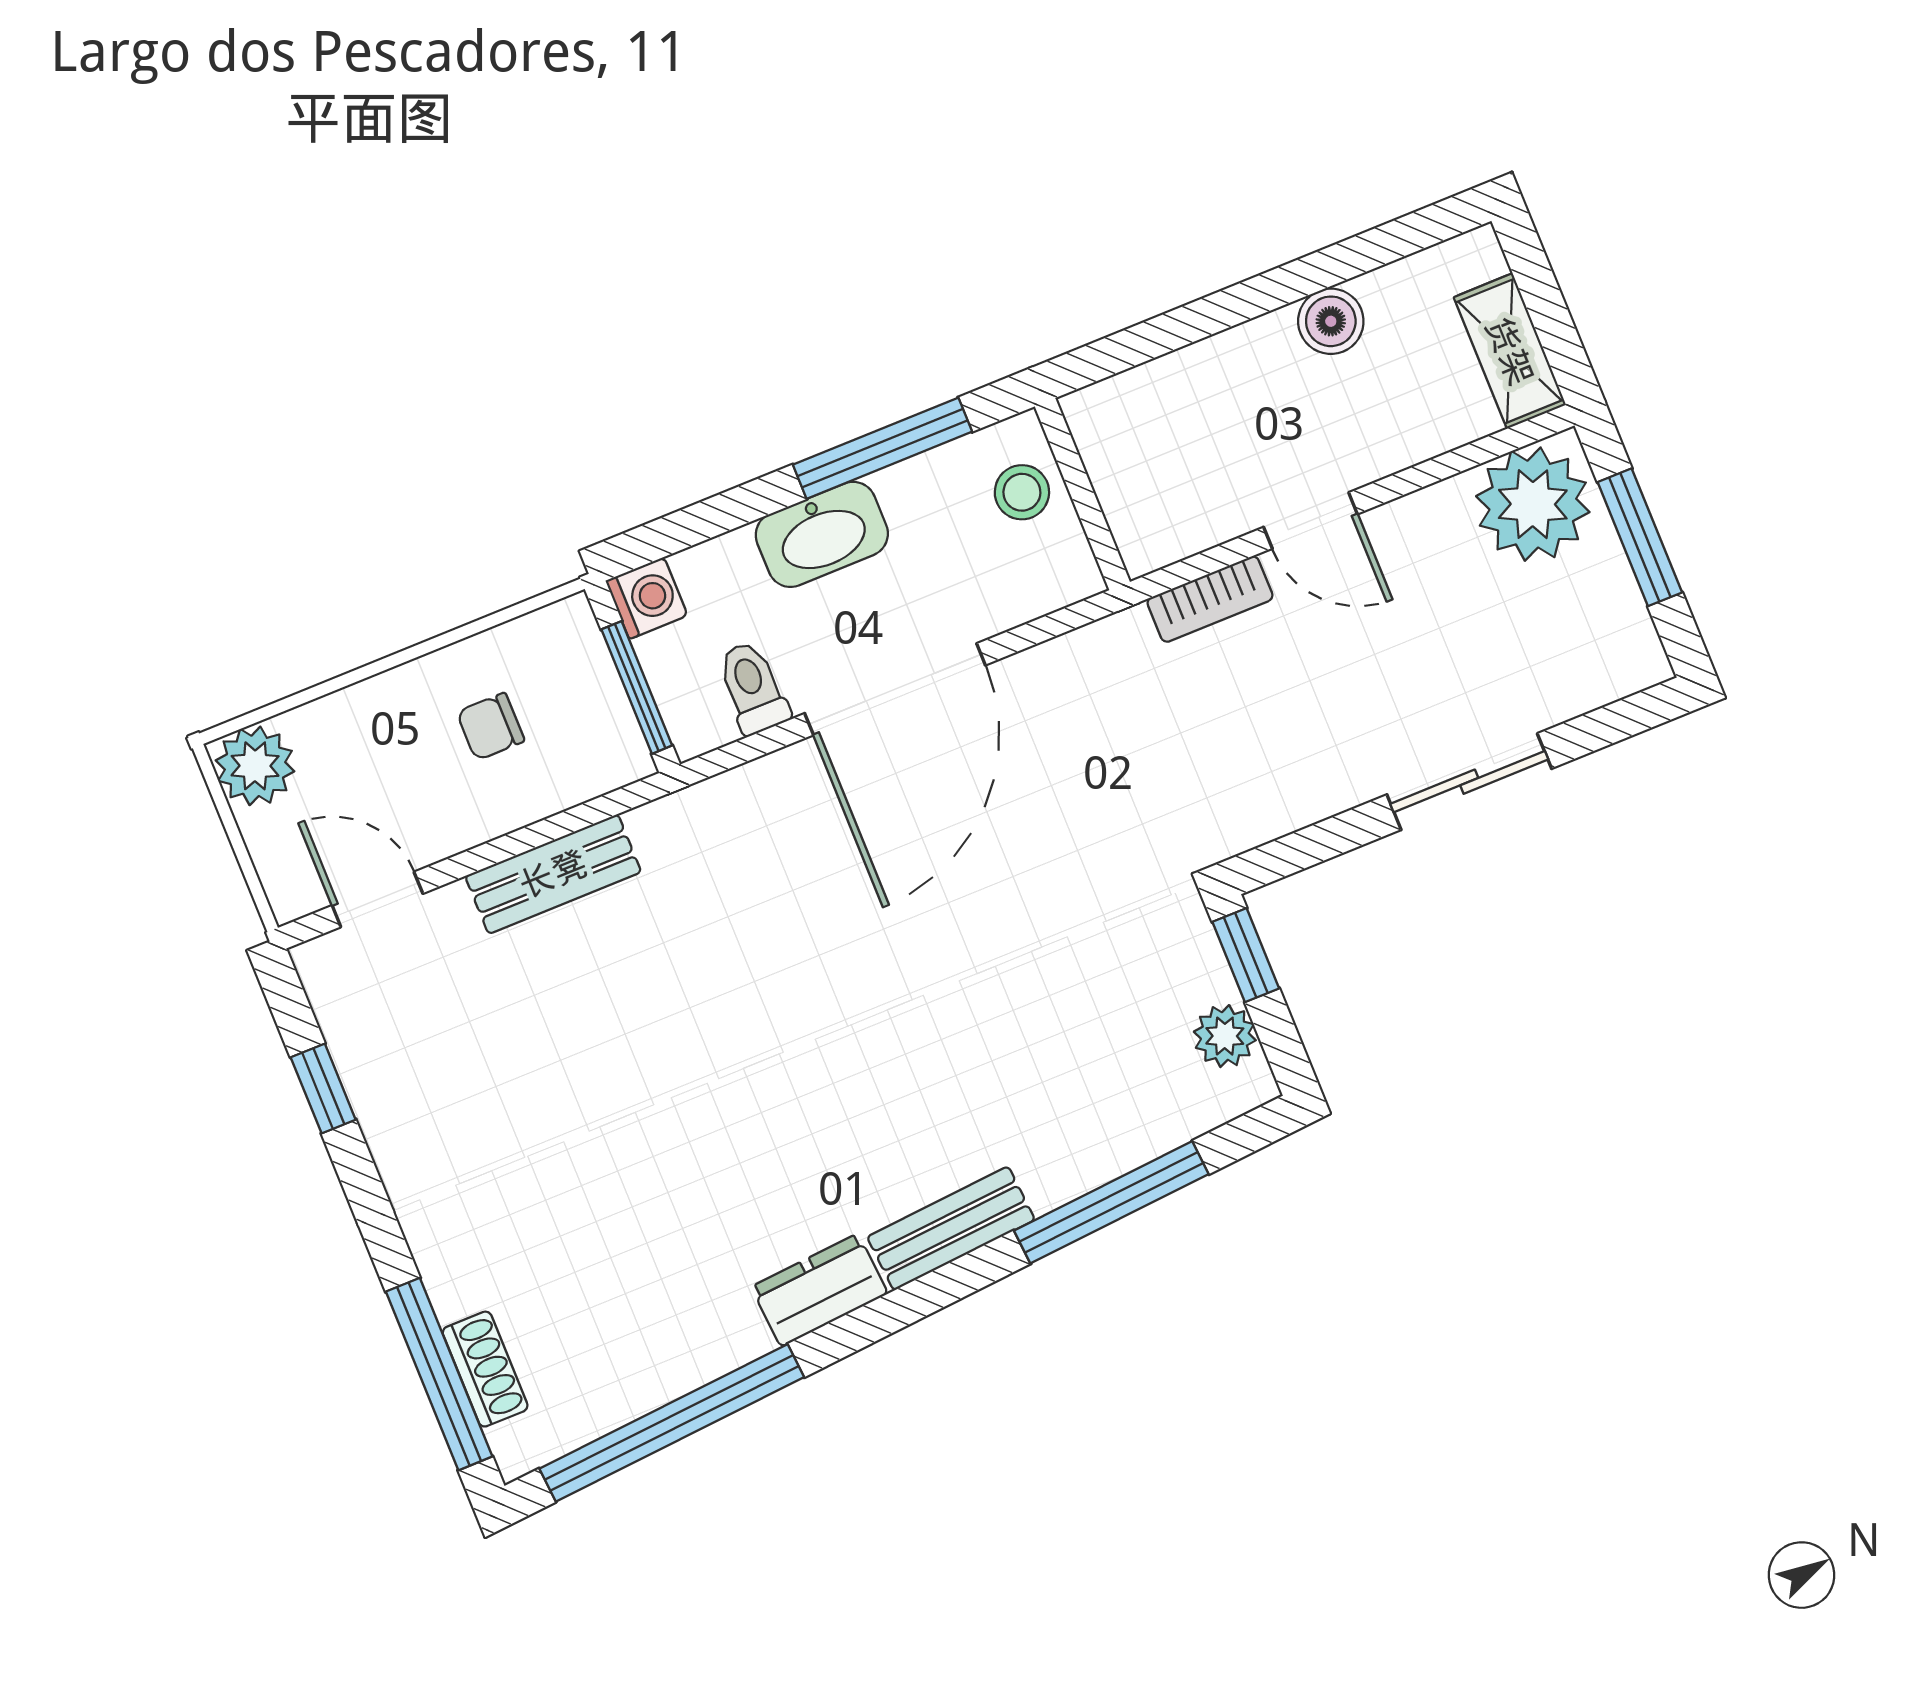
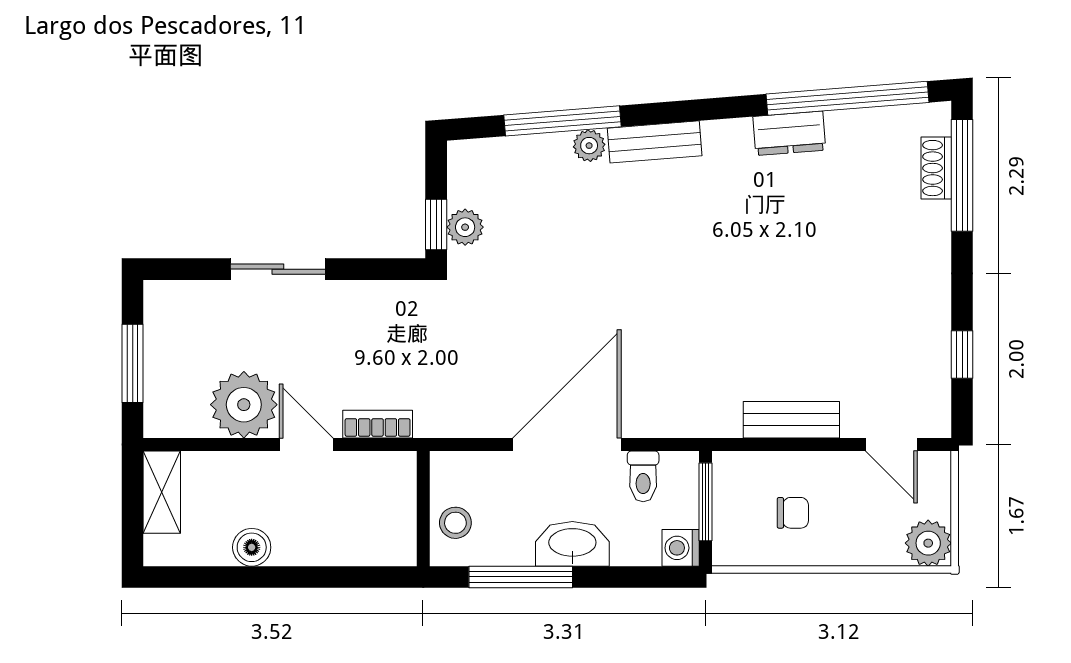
plant: (1533, 504) -> (244, 405), moved
plant: (1225, 1036) -> (465, 227), moved
plant: (1053, 1180) -> (589, 146), added
dresser: (819, 1290) -> (789, 133), moved

